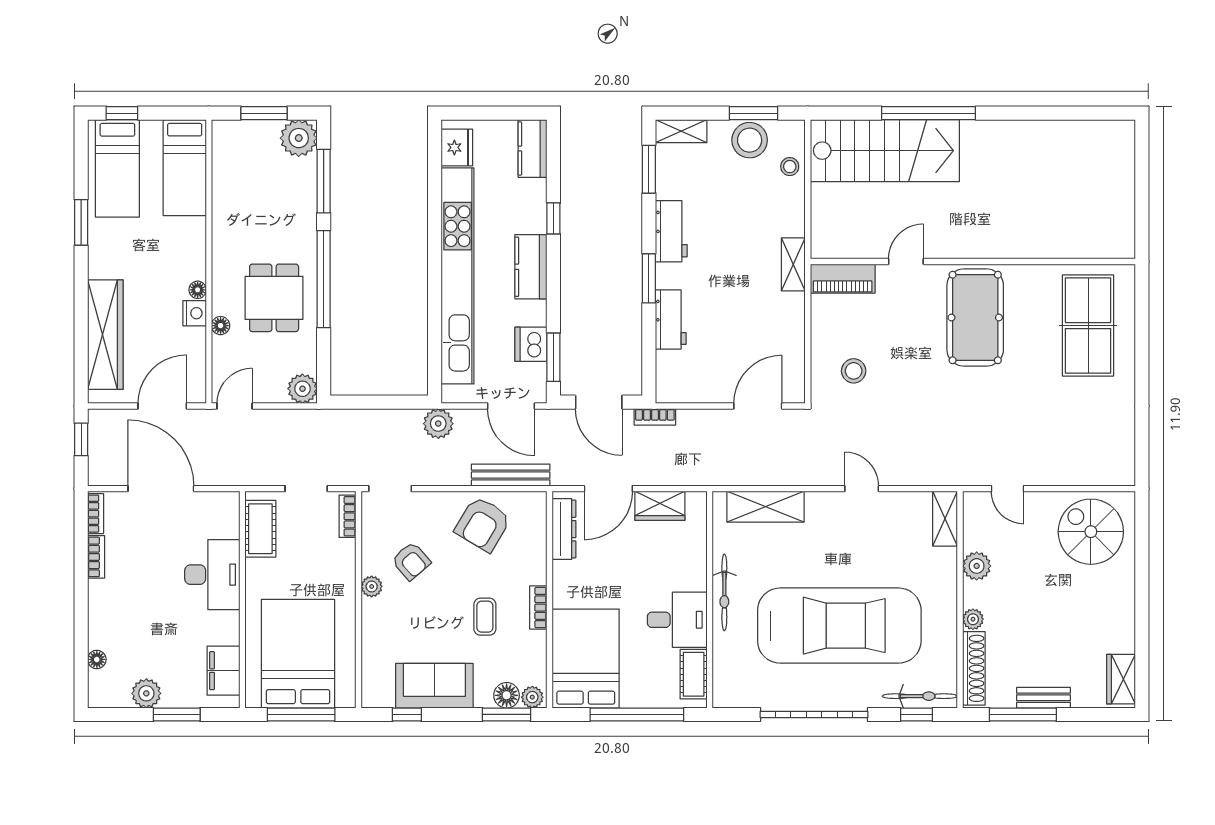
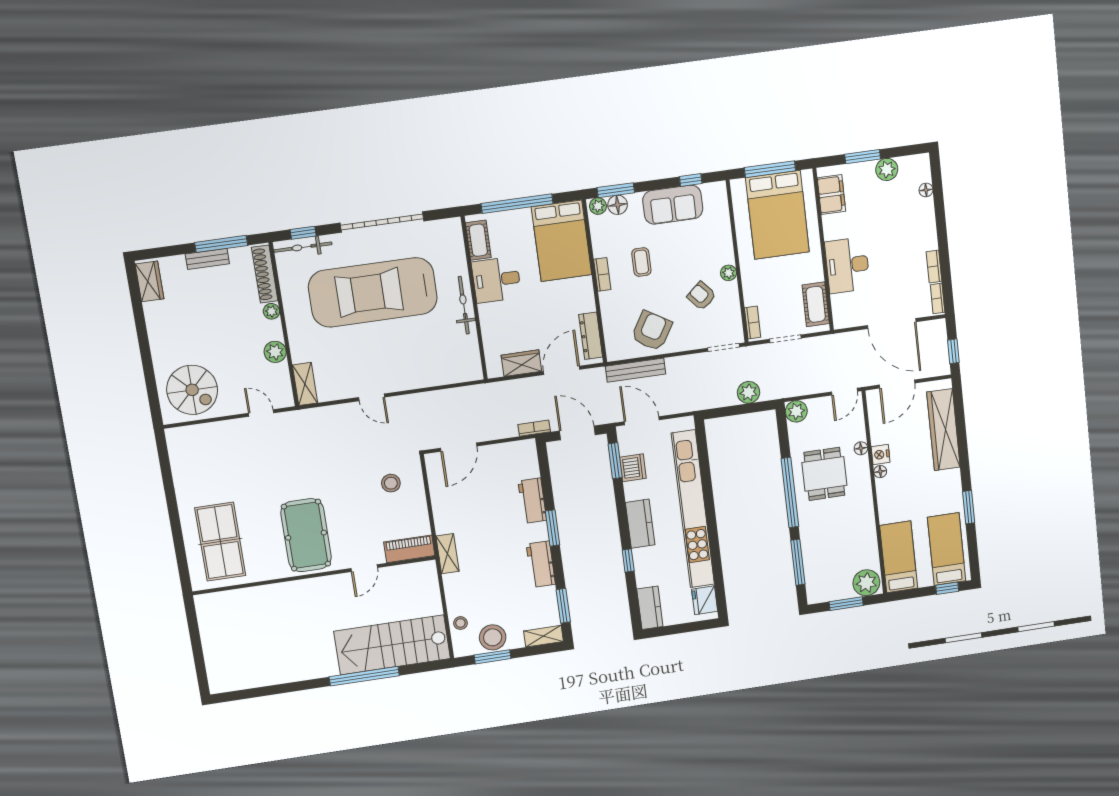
plant: (299, 138) -> (866, 583), moved
plant: (438, 424) -> (749, 392), moved
shelving: (766, 507) -> (442, 374), removed

